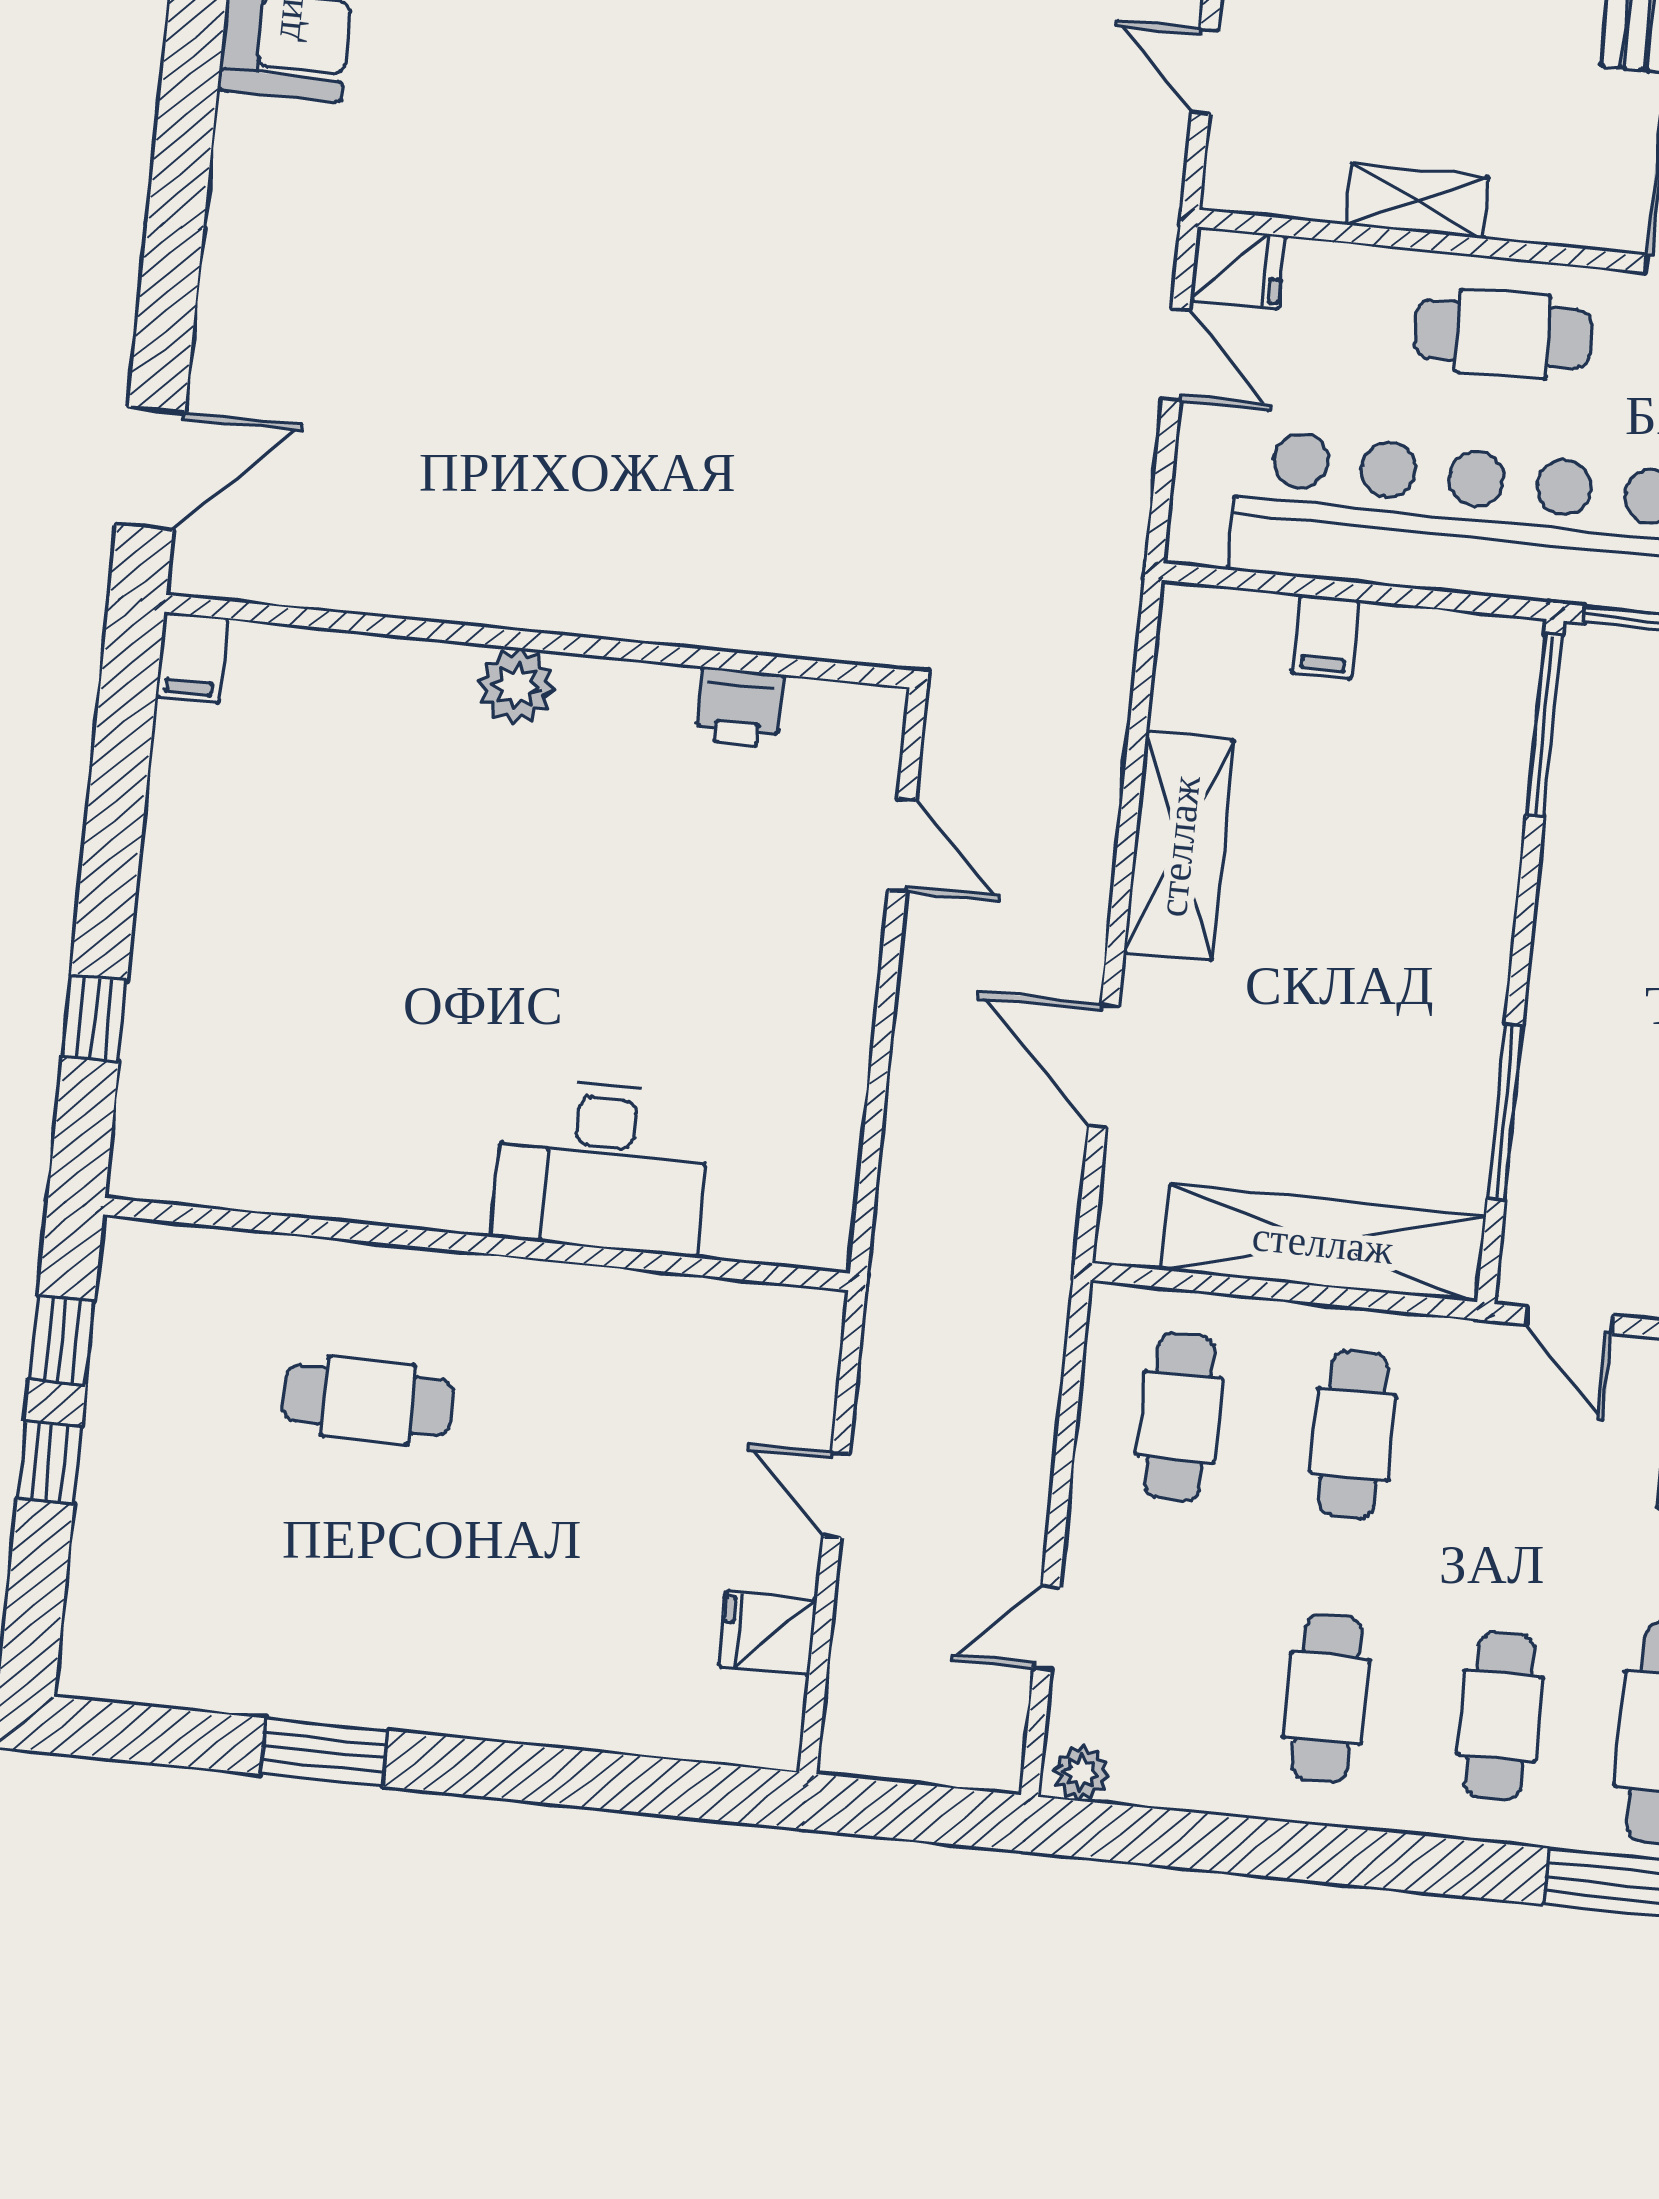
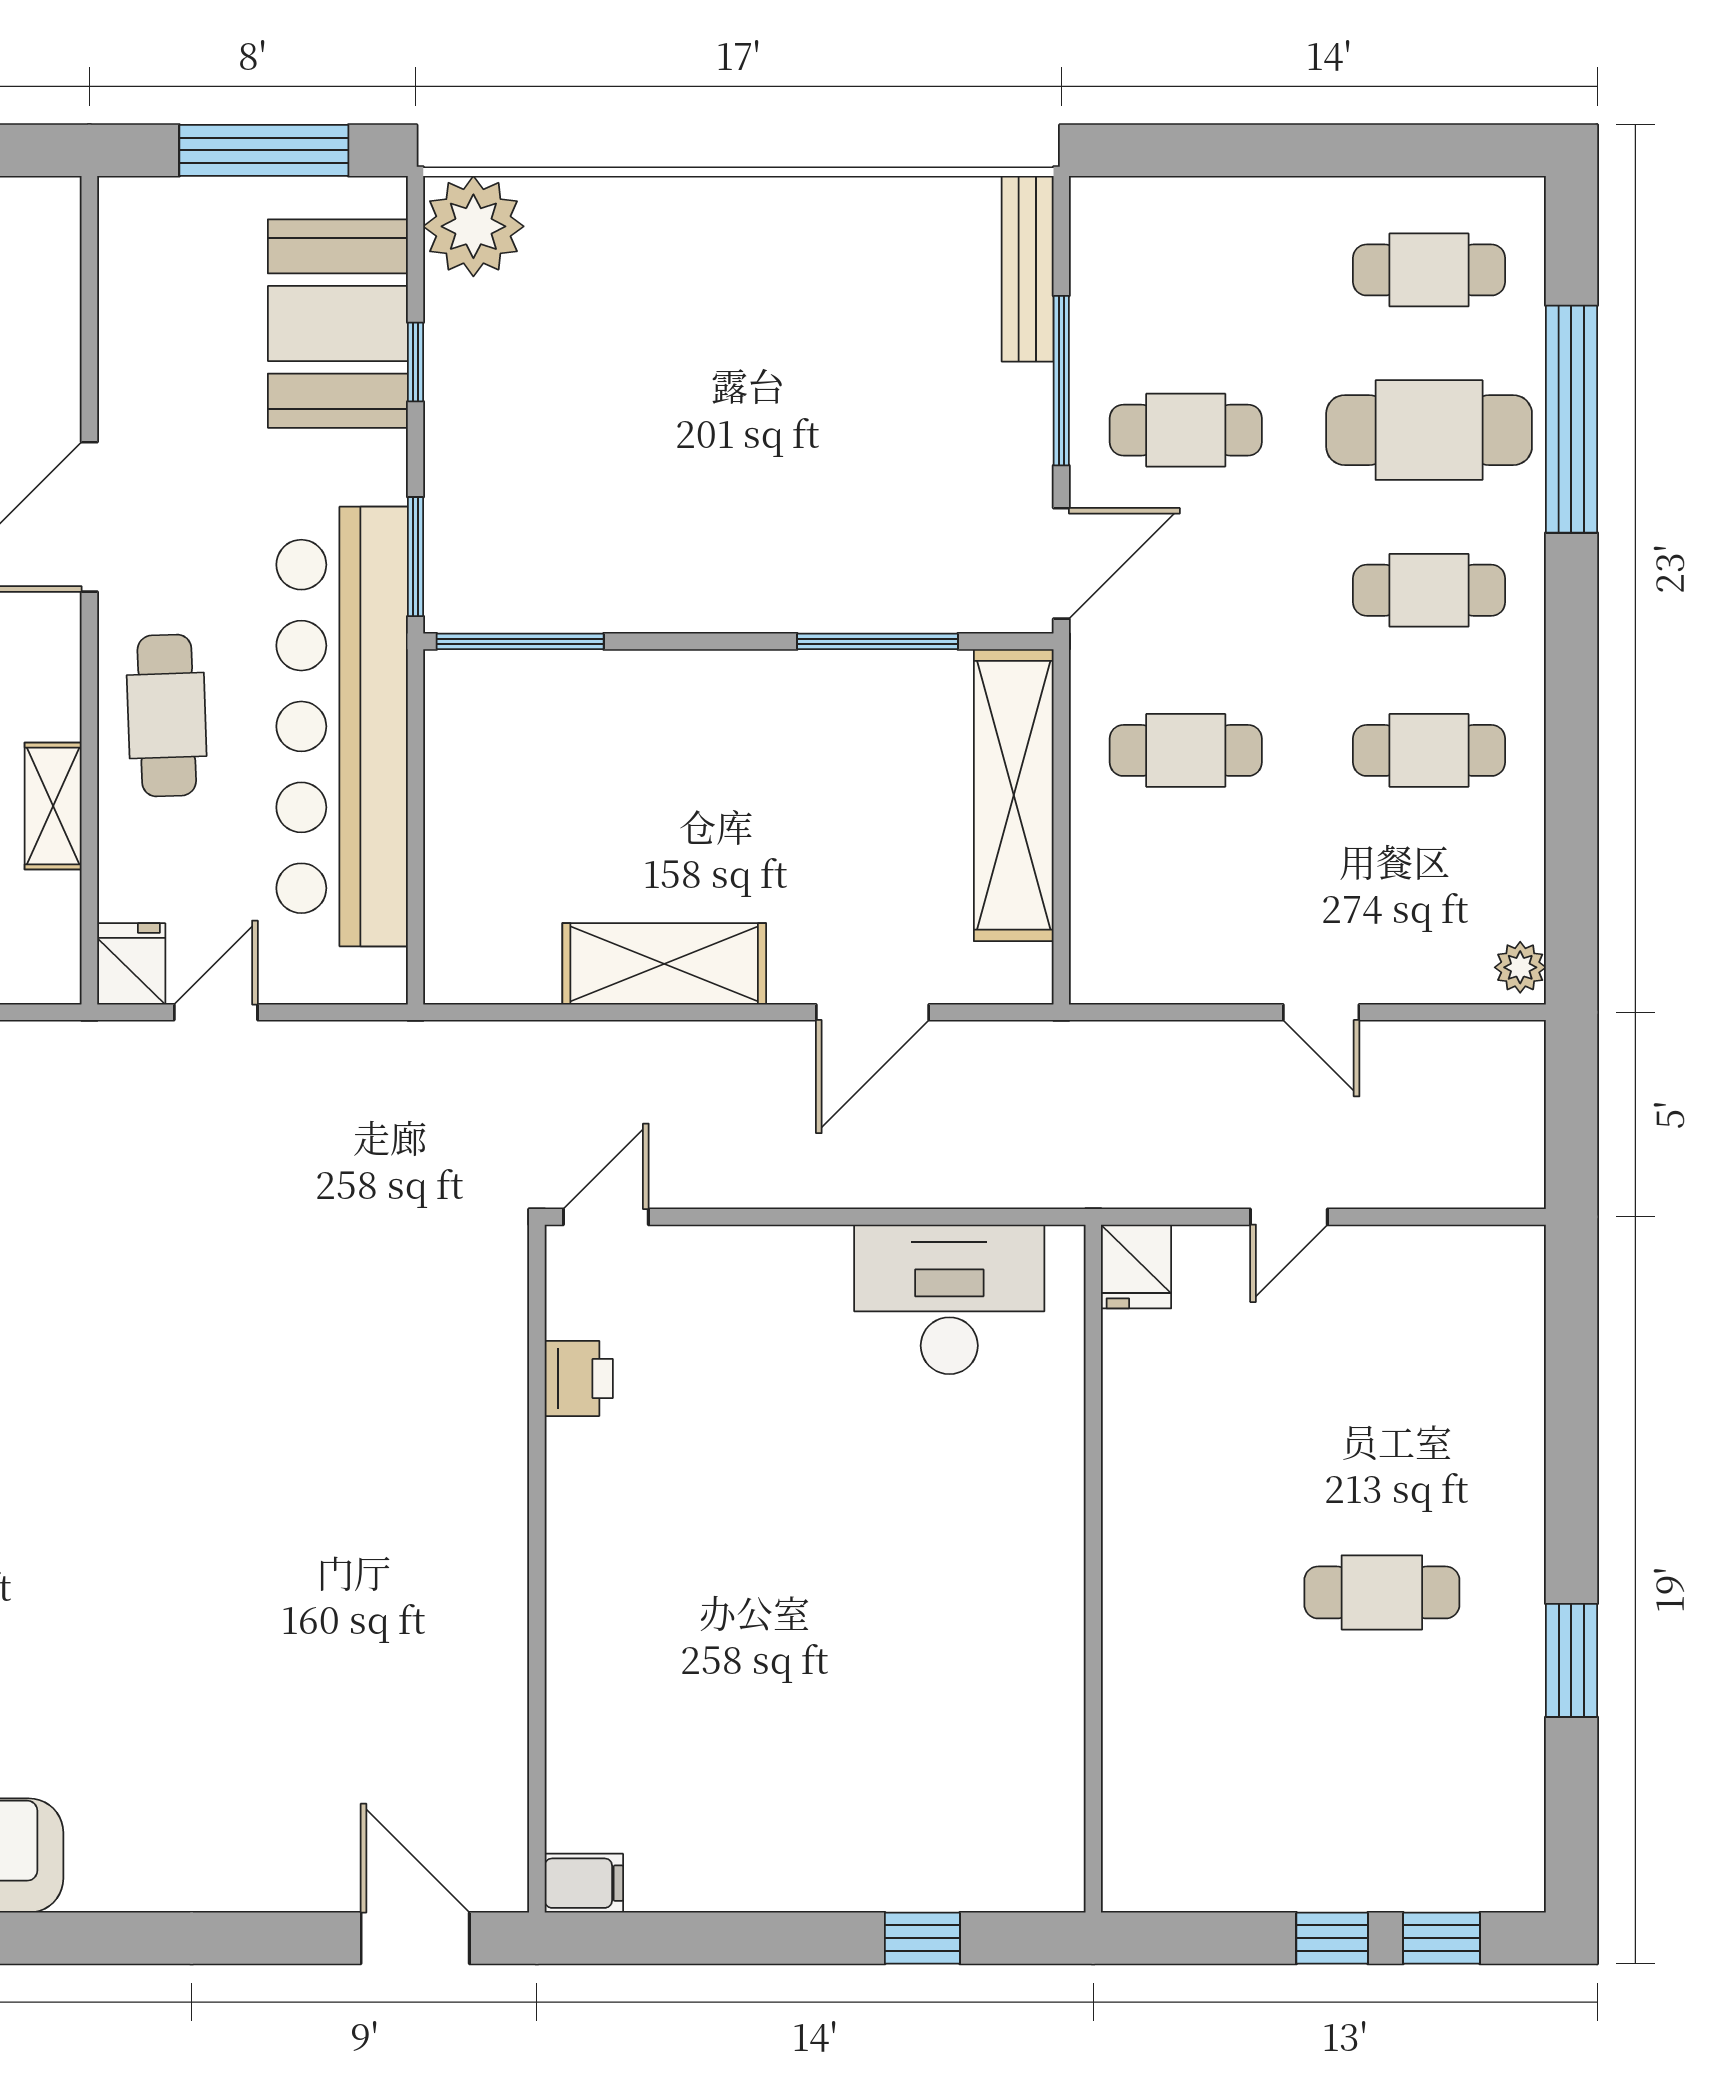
filing cabinet: (1326, 637) -> (460, 849), removed
plant: (516, 686) -> (580, 1584), removed
door: (902, 845) -> (606, 1217), moved
desk: (602, 1166) -> (949, 1299), moved, turned -90
door: (1569, 1320) -> (1061, 563), width x1.38
window: (62, 1340) -> (1442, 1938), moved
cafe table: (368, 1401) -> (1382, 1592), moved, turned 90
cafe table: (1179, 1417) -> (1186, 911), removed
door: (1047, 1628) -> (1321, 1012), moved
fridge: (768, 1633) -> (1136, 1266), moved

